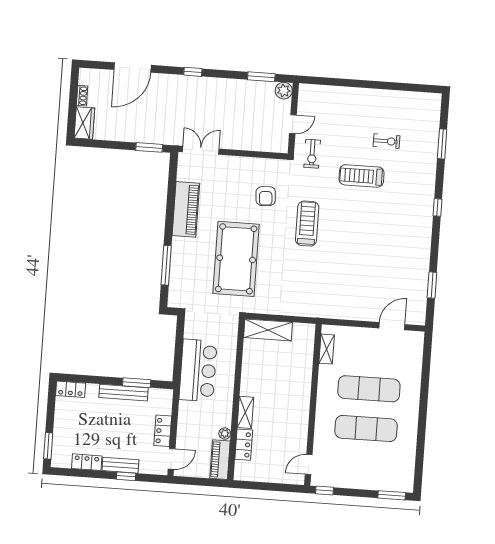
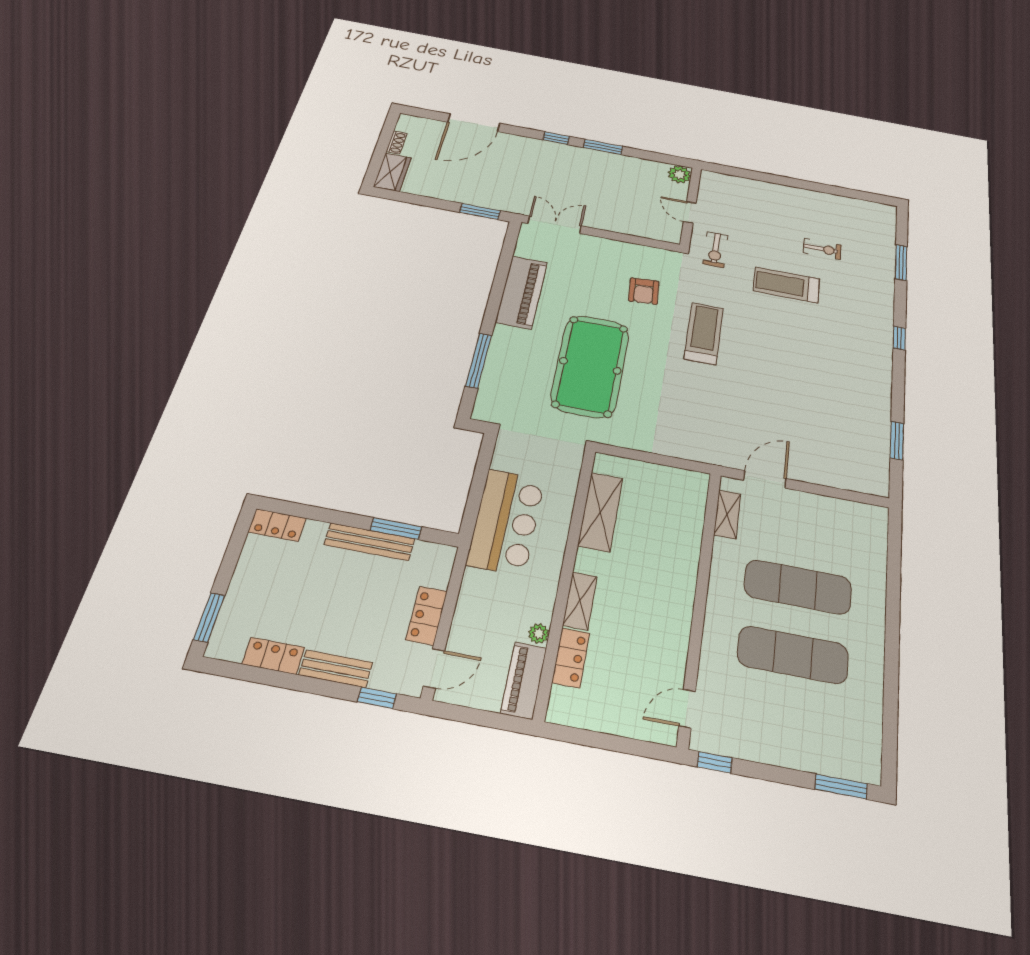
window: (261, 77) -> (603, 147), moved
door: (293, 124) -> (690, 212), swing flipped
door: (392, 326) -> (765, 479), moved
shelving: (268, 330) -> (600, 512), moved, turned 90
window: (126, 476) -> (377, 698), moved

